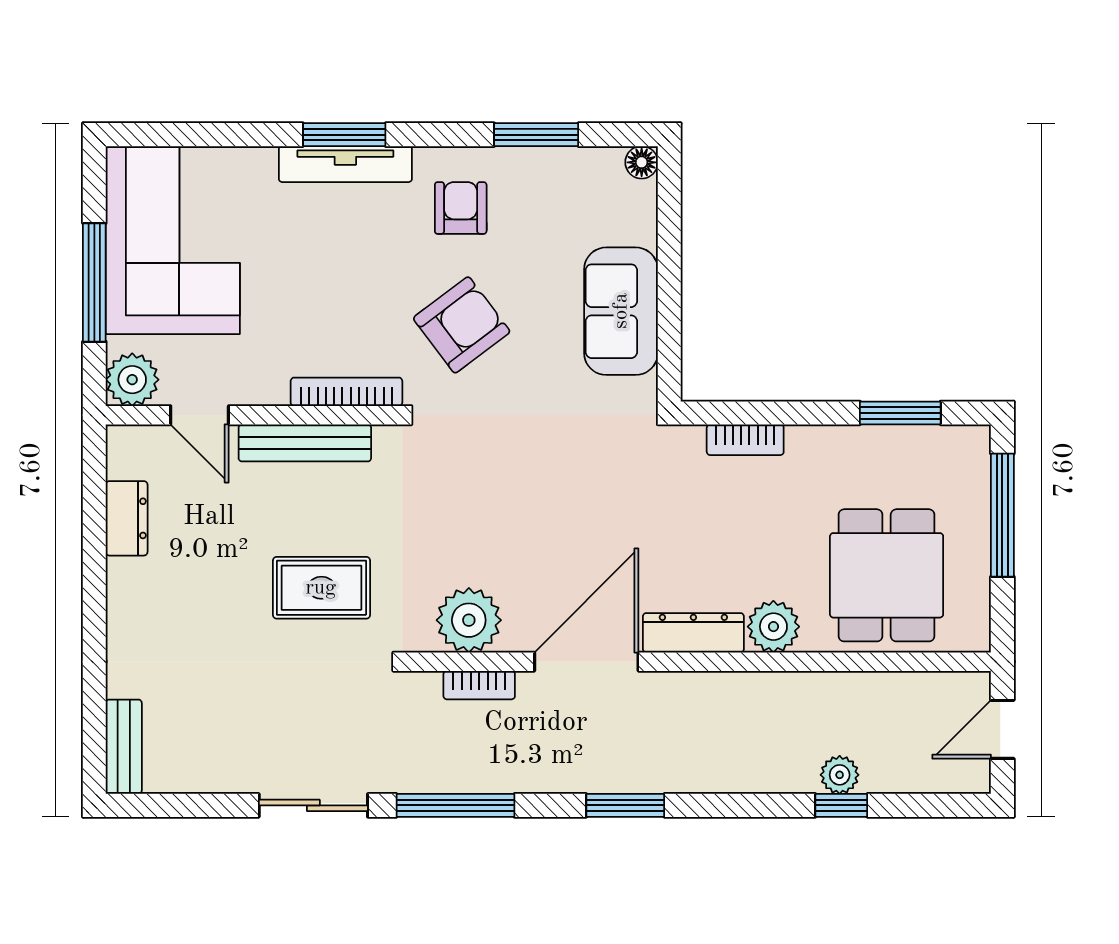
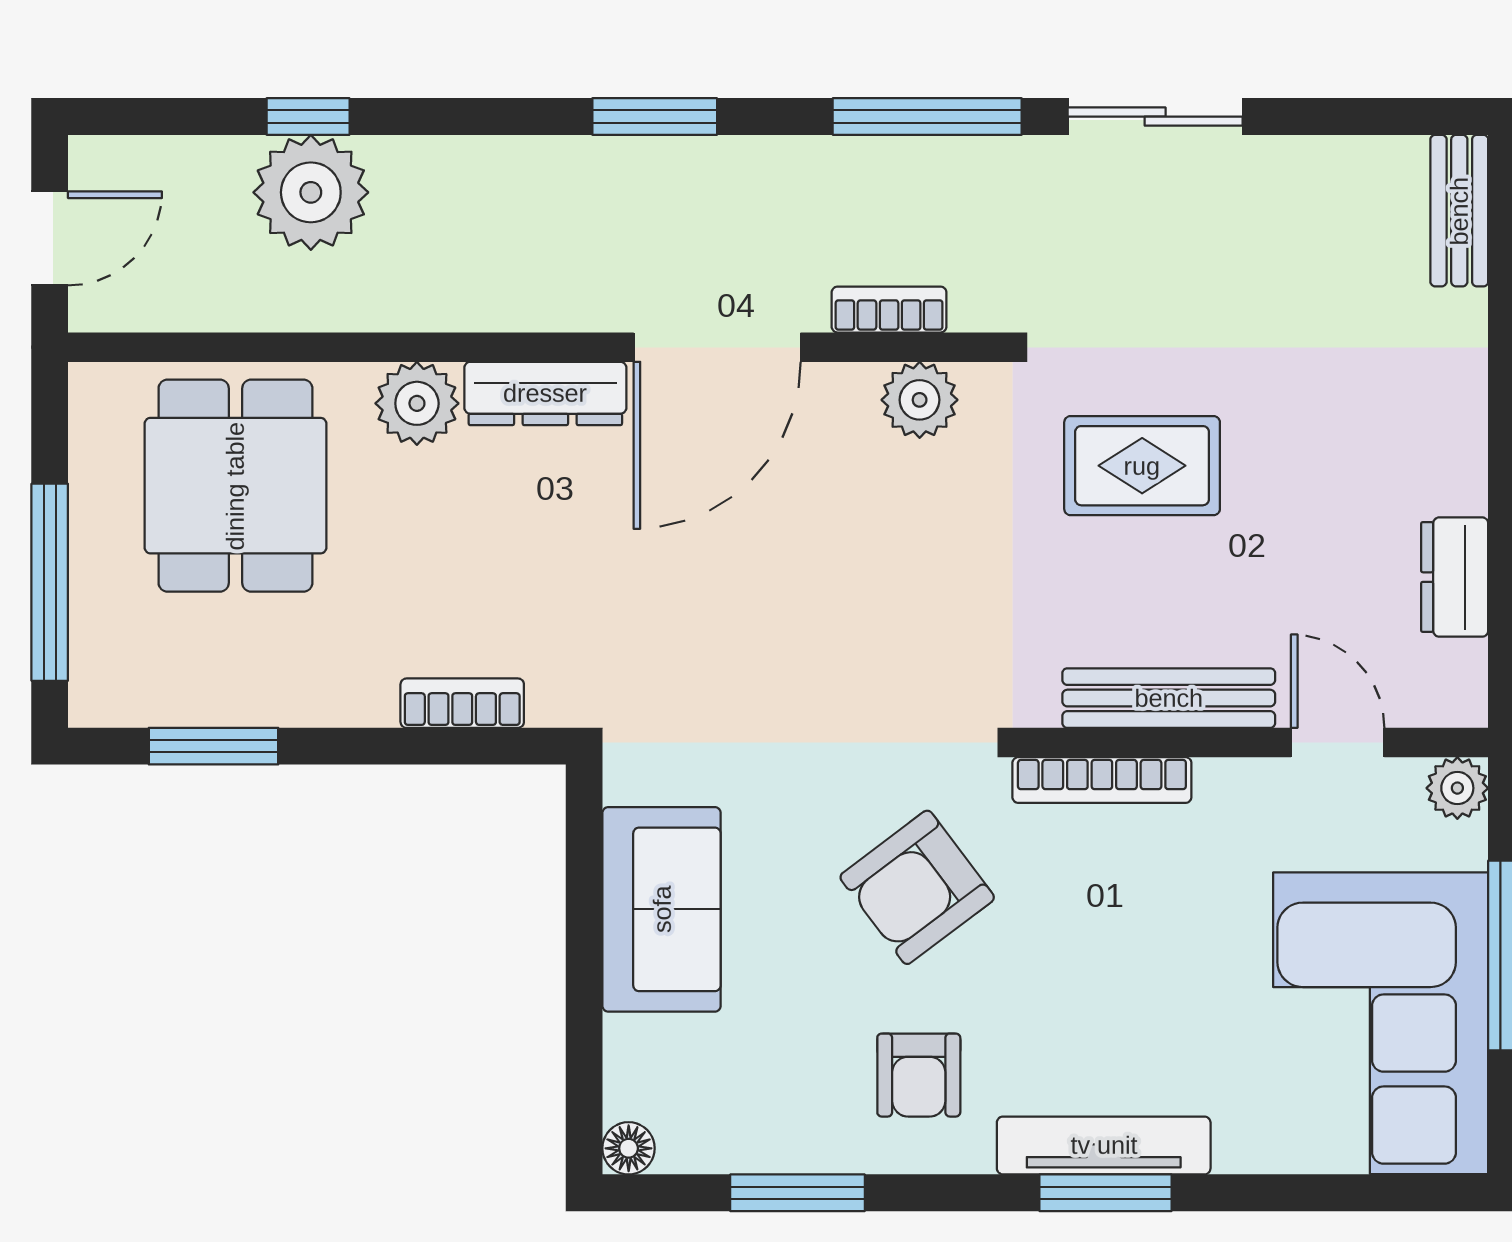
plant: (132, 380) -> (1457, 788), width x0.73, depth x0.73
plant: (469, 620) -> (920, 400), width x0.73, depth x0.73
plant: (840, 775) -> (311, 192), width x1.88, depth x1.88

